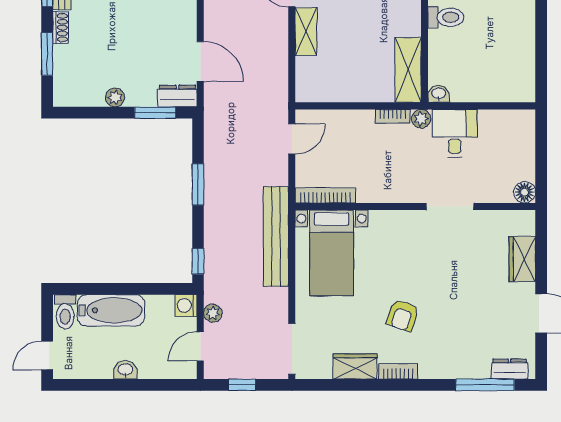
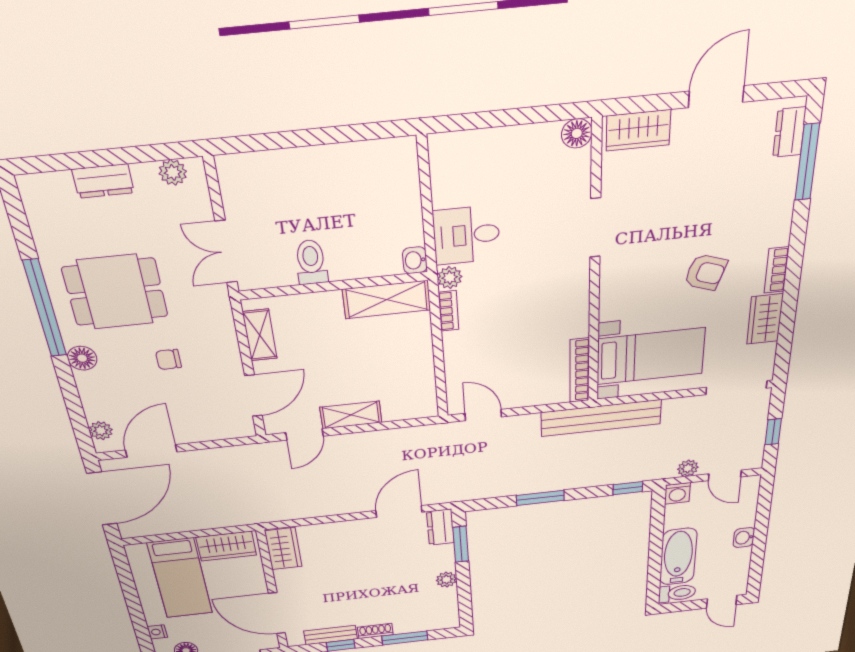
floor lamp: (525, 192) -> (577, 133), moved
bookcase: (325, 195) -> (580, 370), moved
wall: (415, 206) -> (595, 269), moved
doorway: (450, 206) -> (595, 228), moved
bed with nightstands: (332, 253) -> (651, 356), moved

